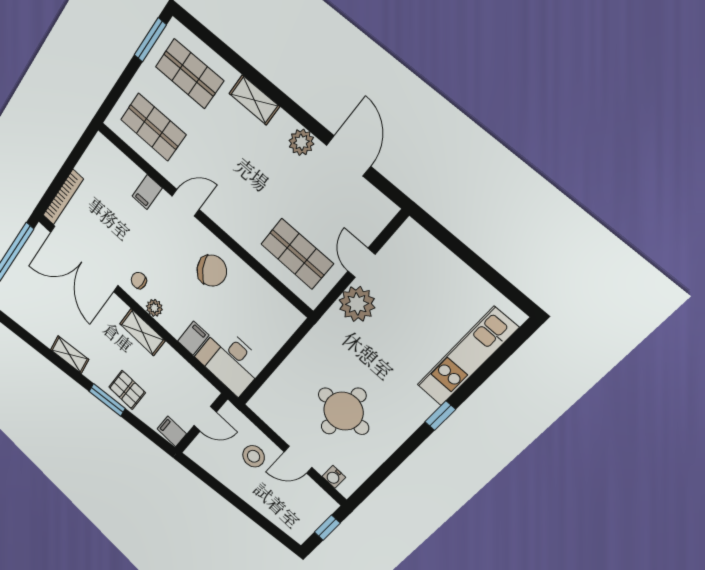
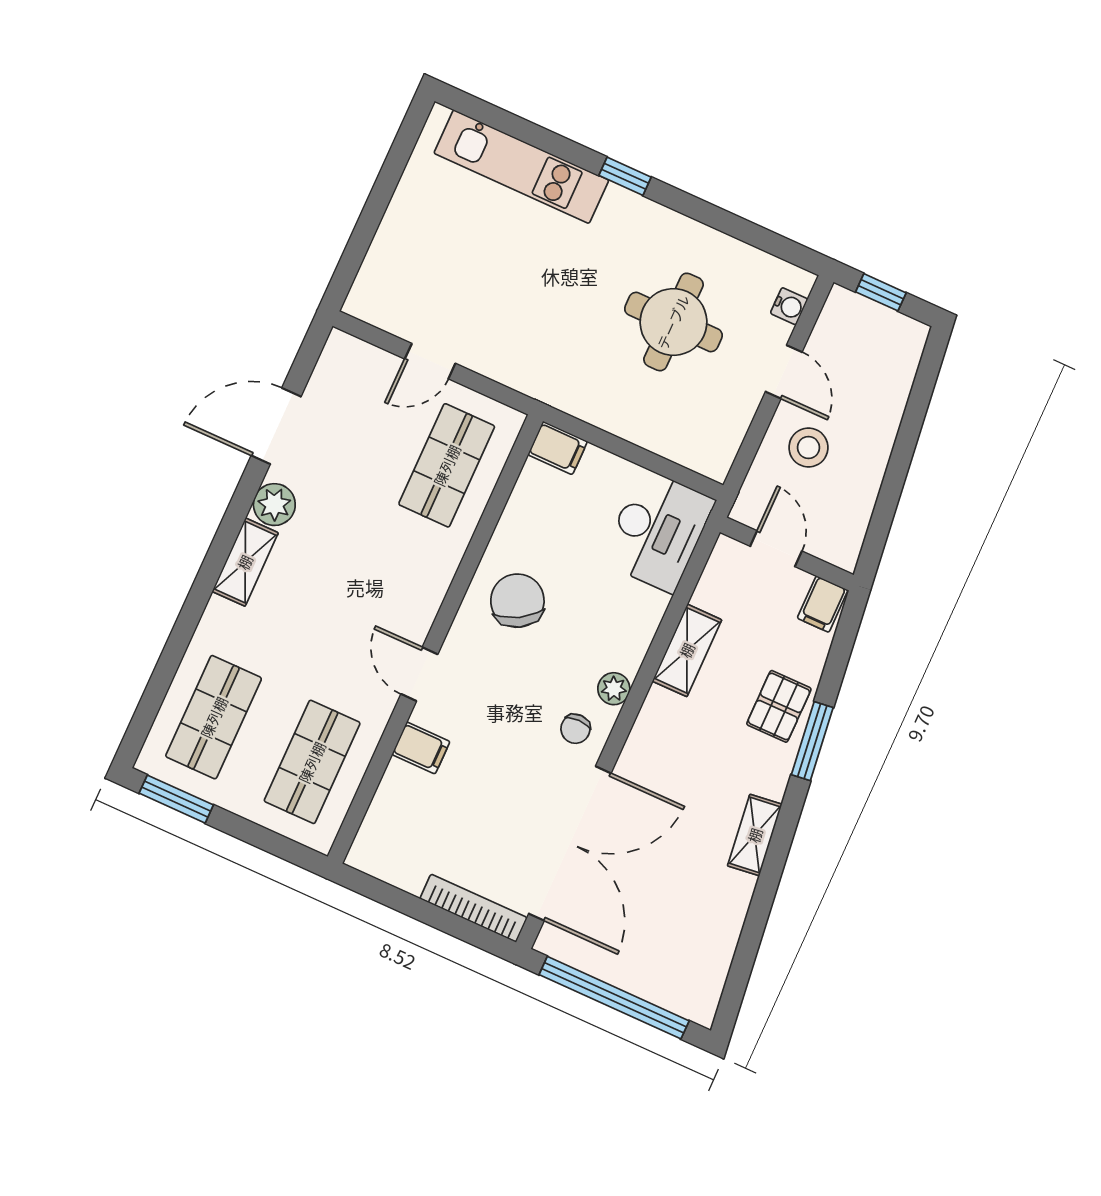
shelving: (254, 100) -> (245, 562), moved
plant: (357, 304) -> (495, 350), removed
shelving: (142, 332) -> (687, 650), moved
filing cabinet: (193, 338) -> (558, 448), moved, turned 180

